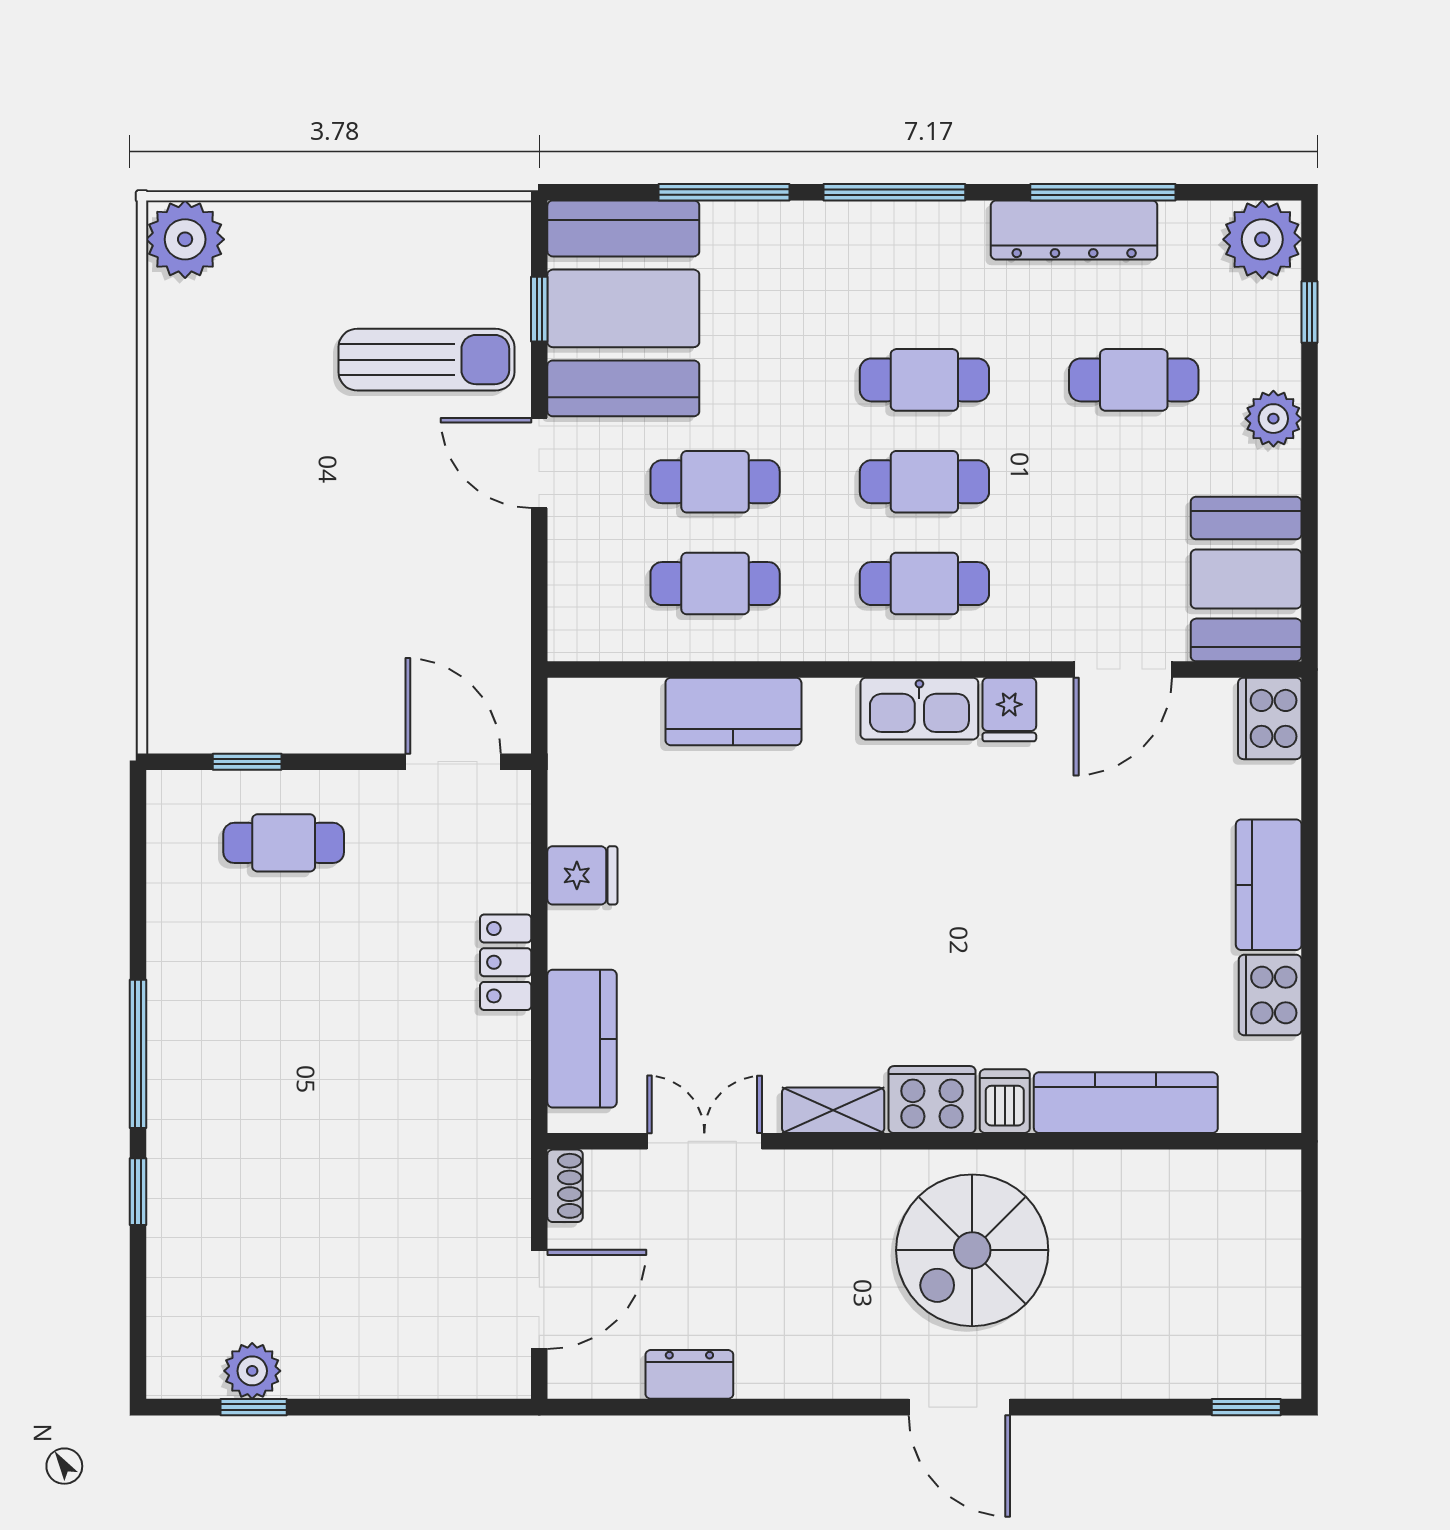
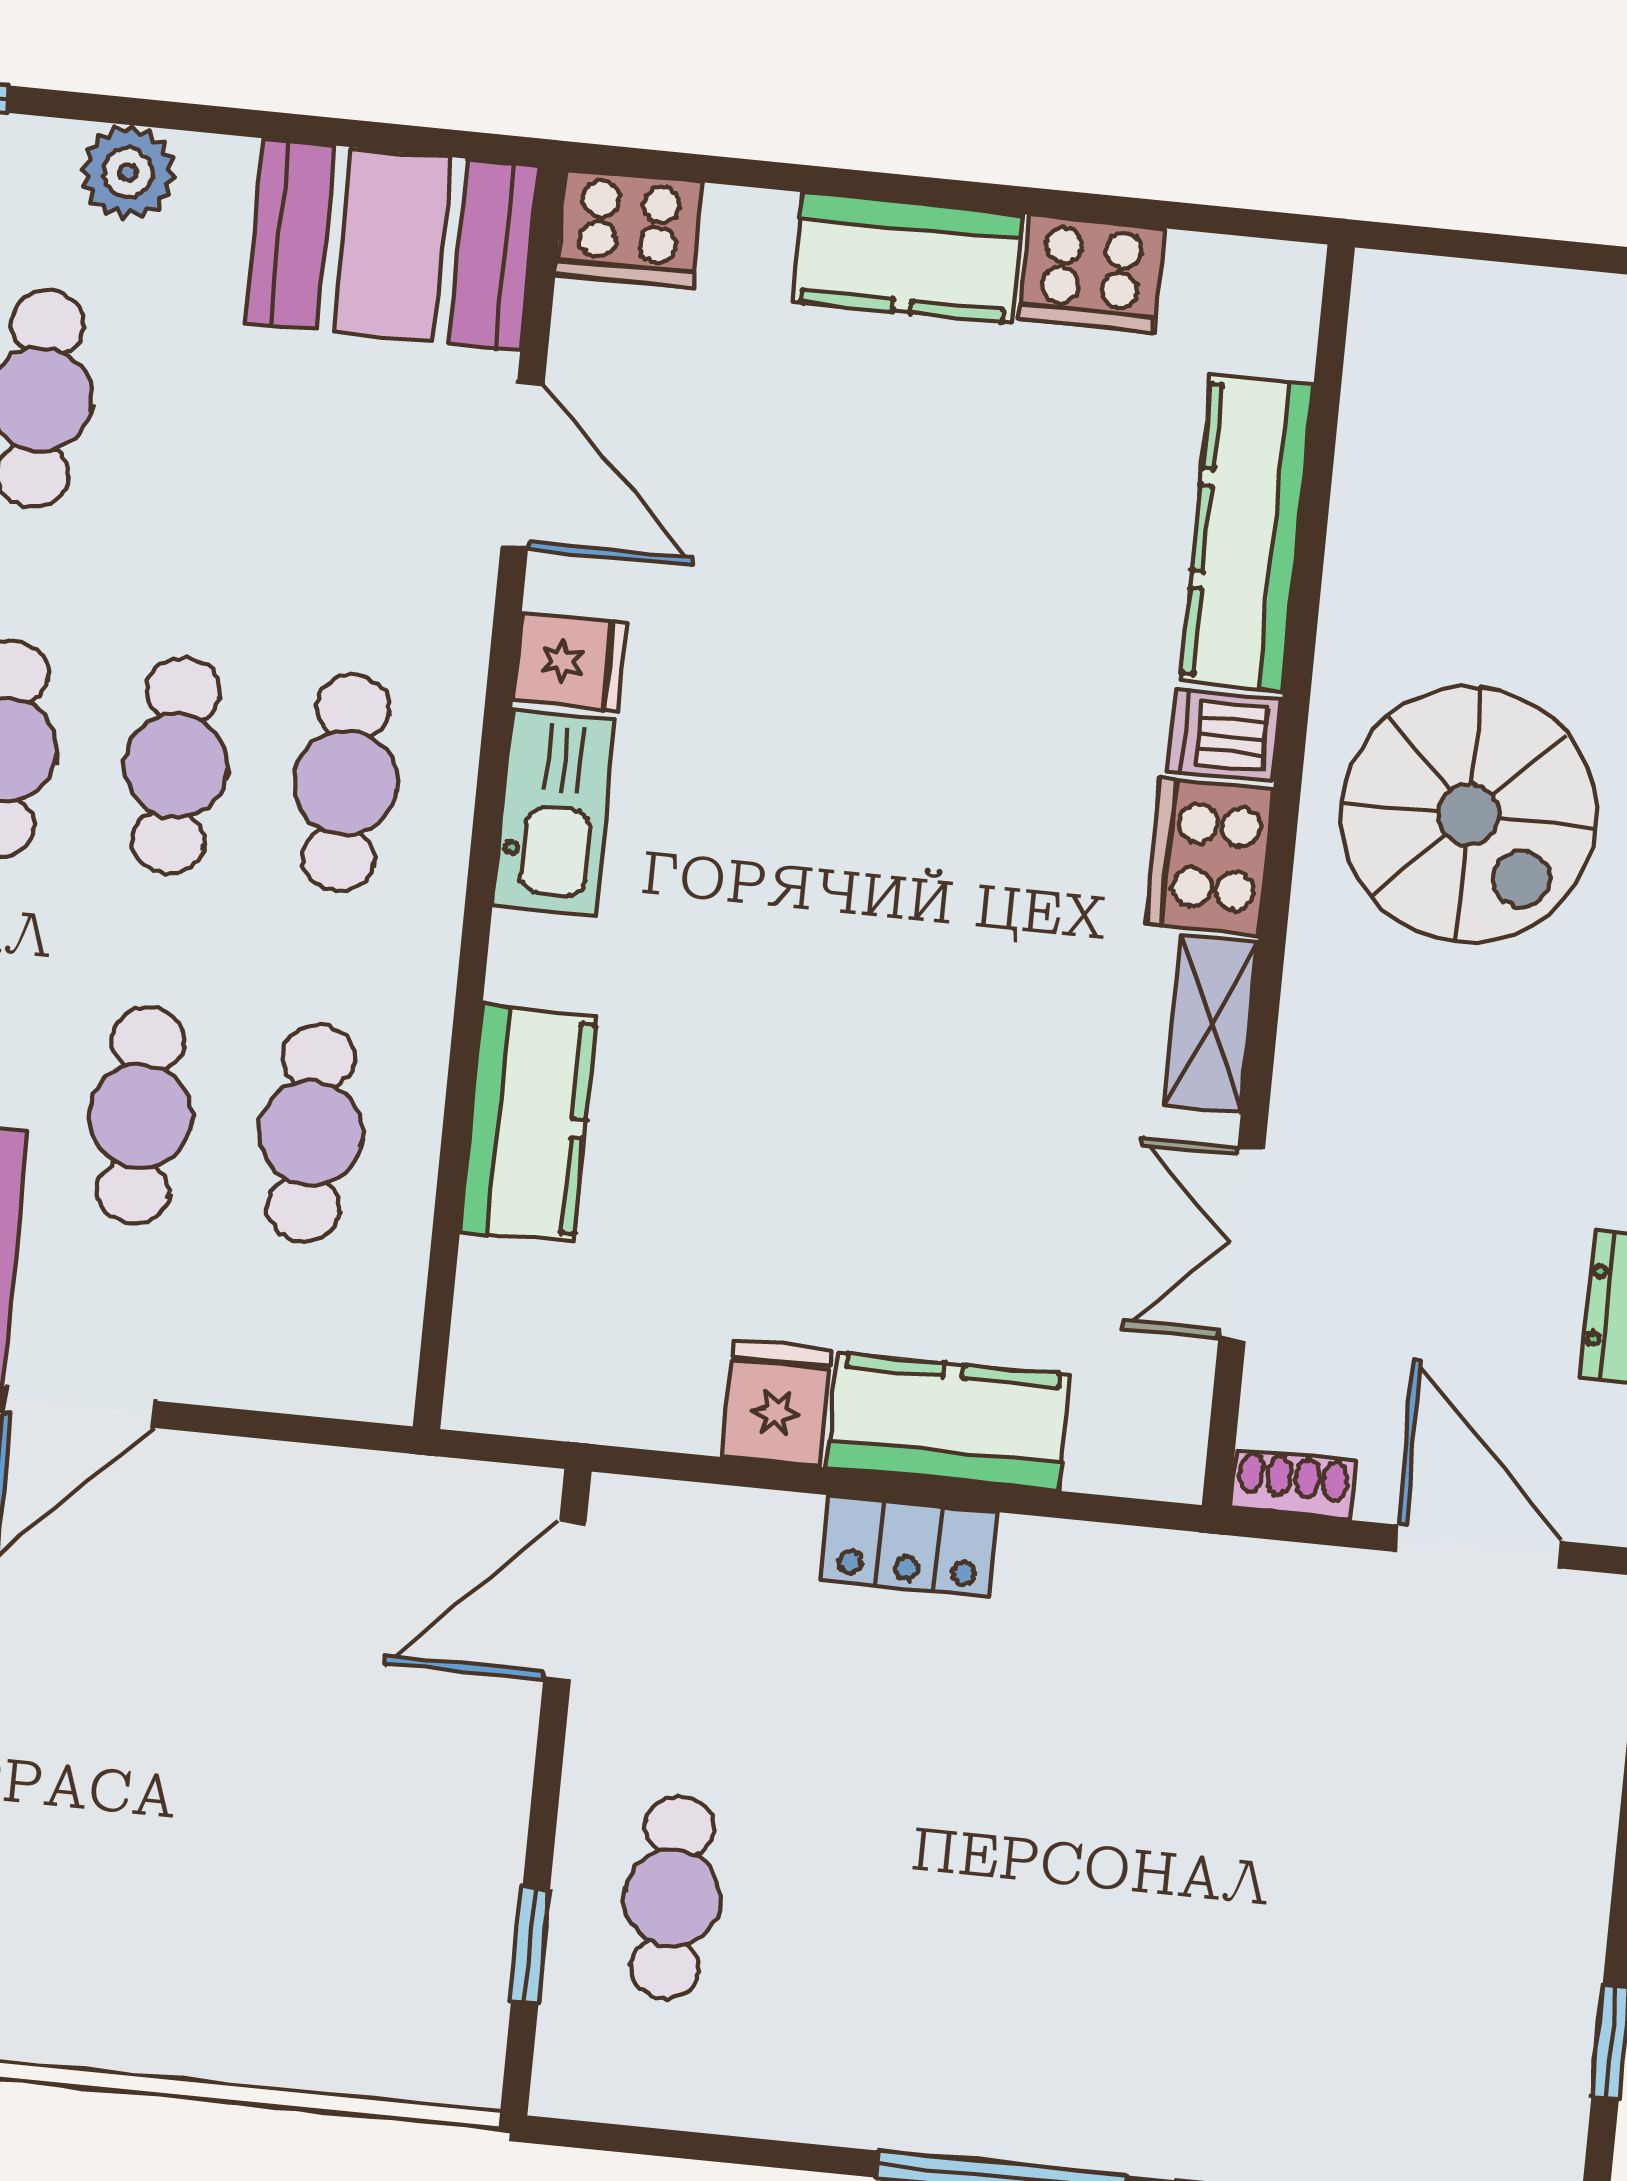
kitchen counter: (582, 1039) -> (948, 1421), moved
plant: (252, 1371) -> (1550, 2038), removed

